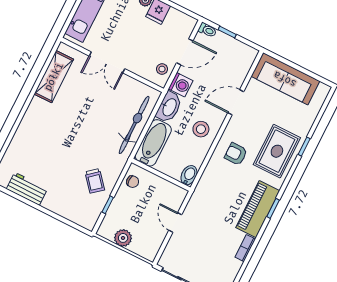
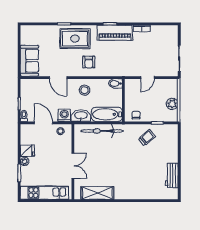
sofa: (285, 79) -> (29, 61), width x0.73

